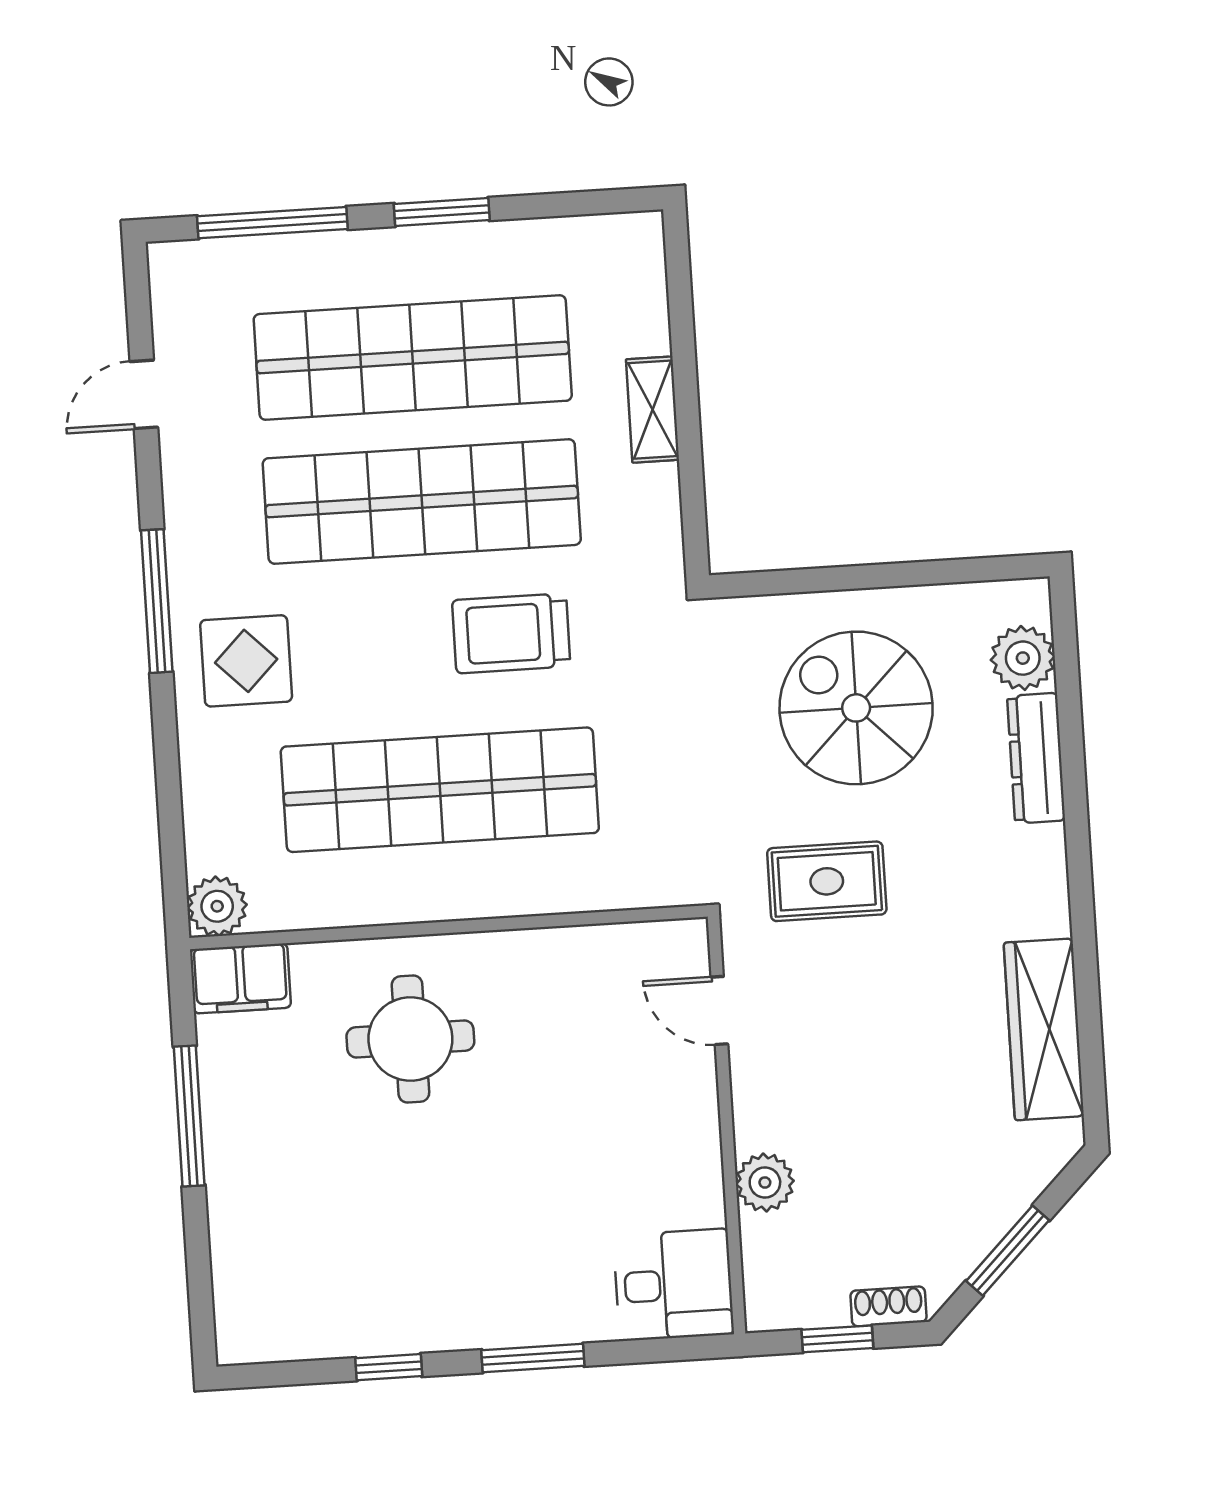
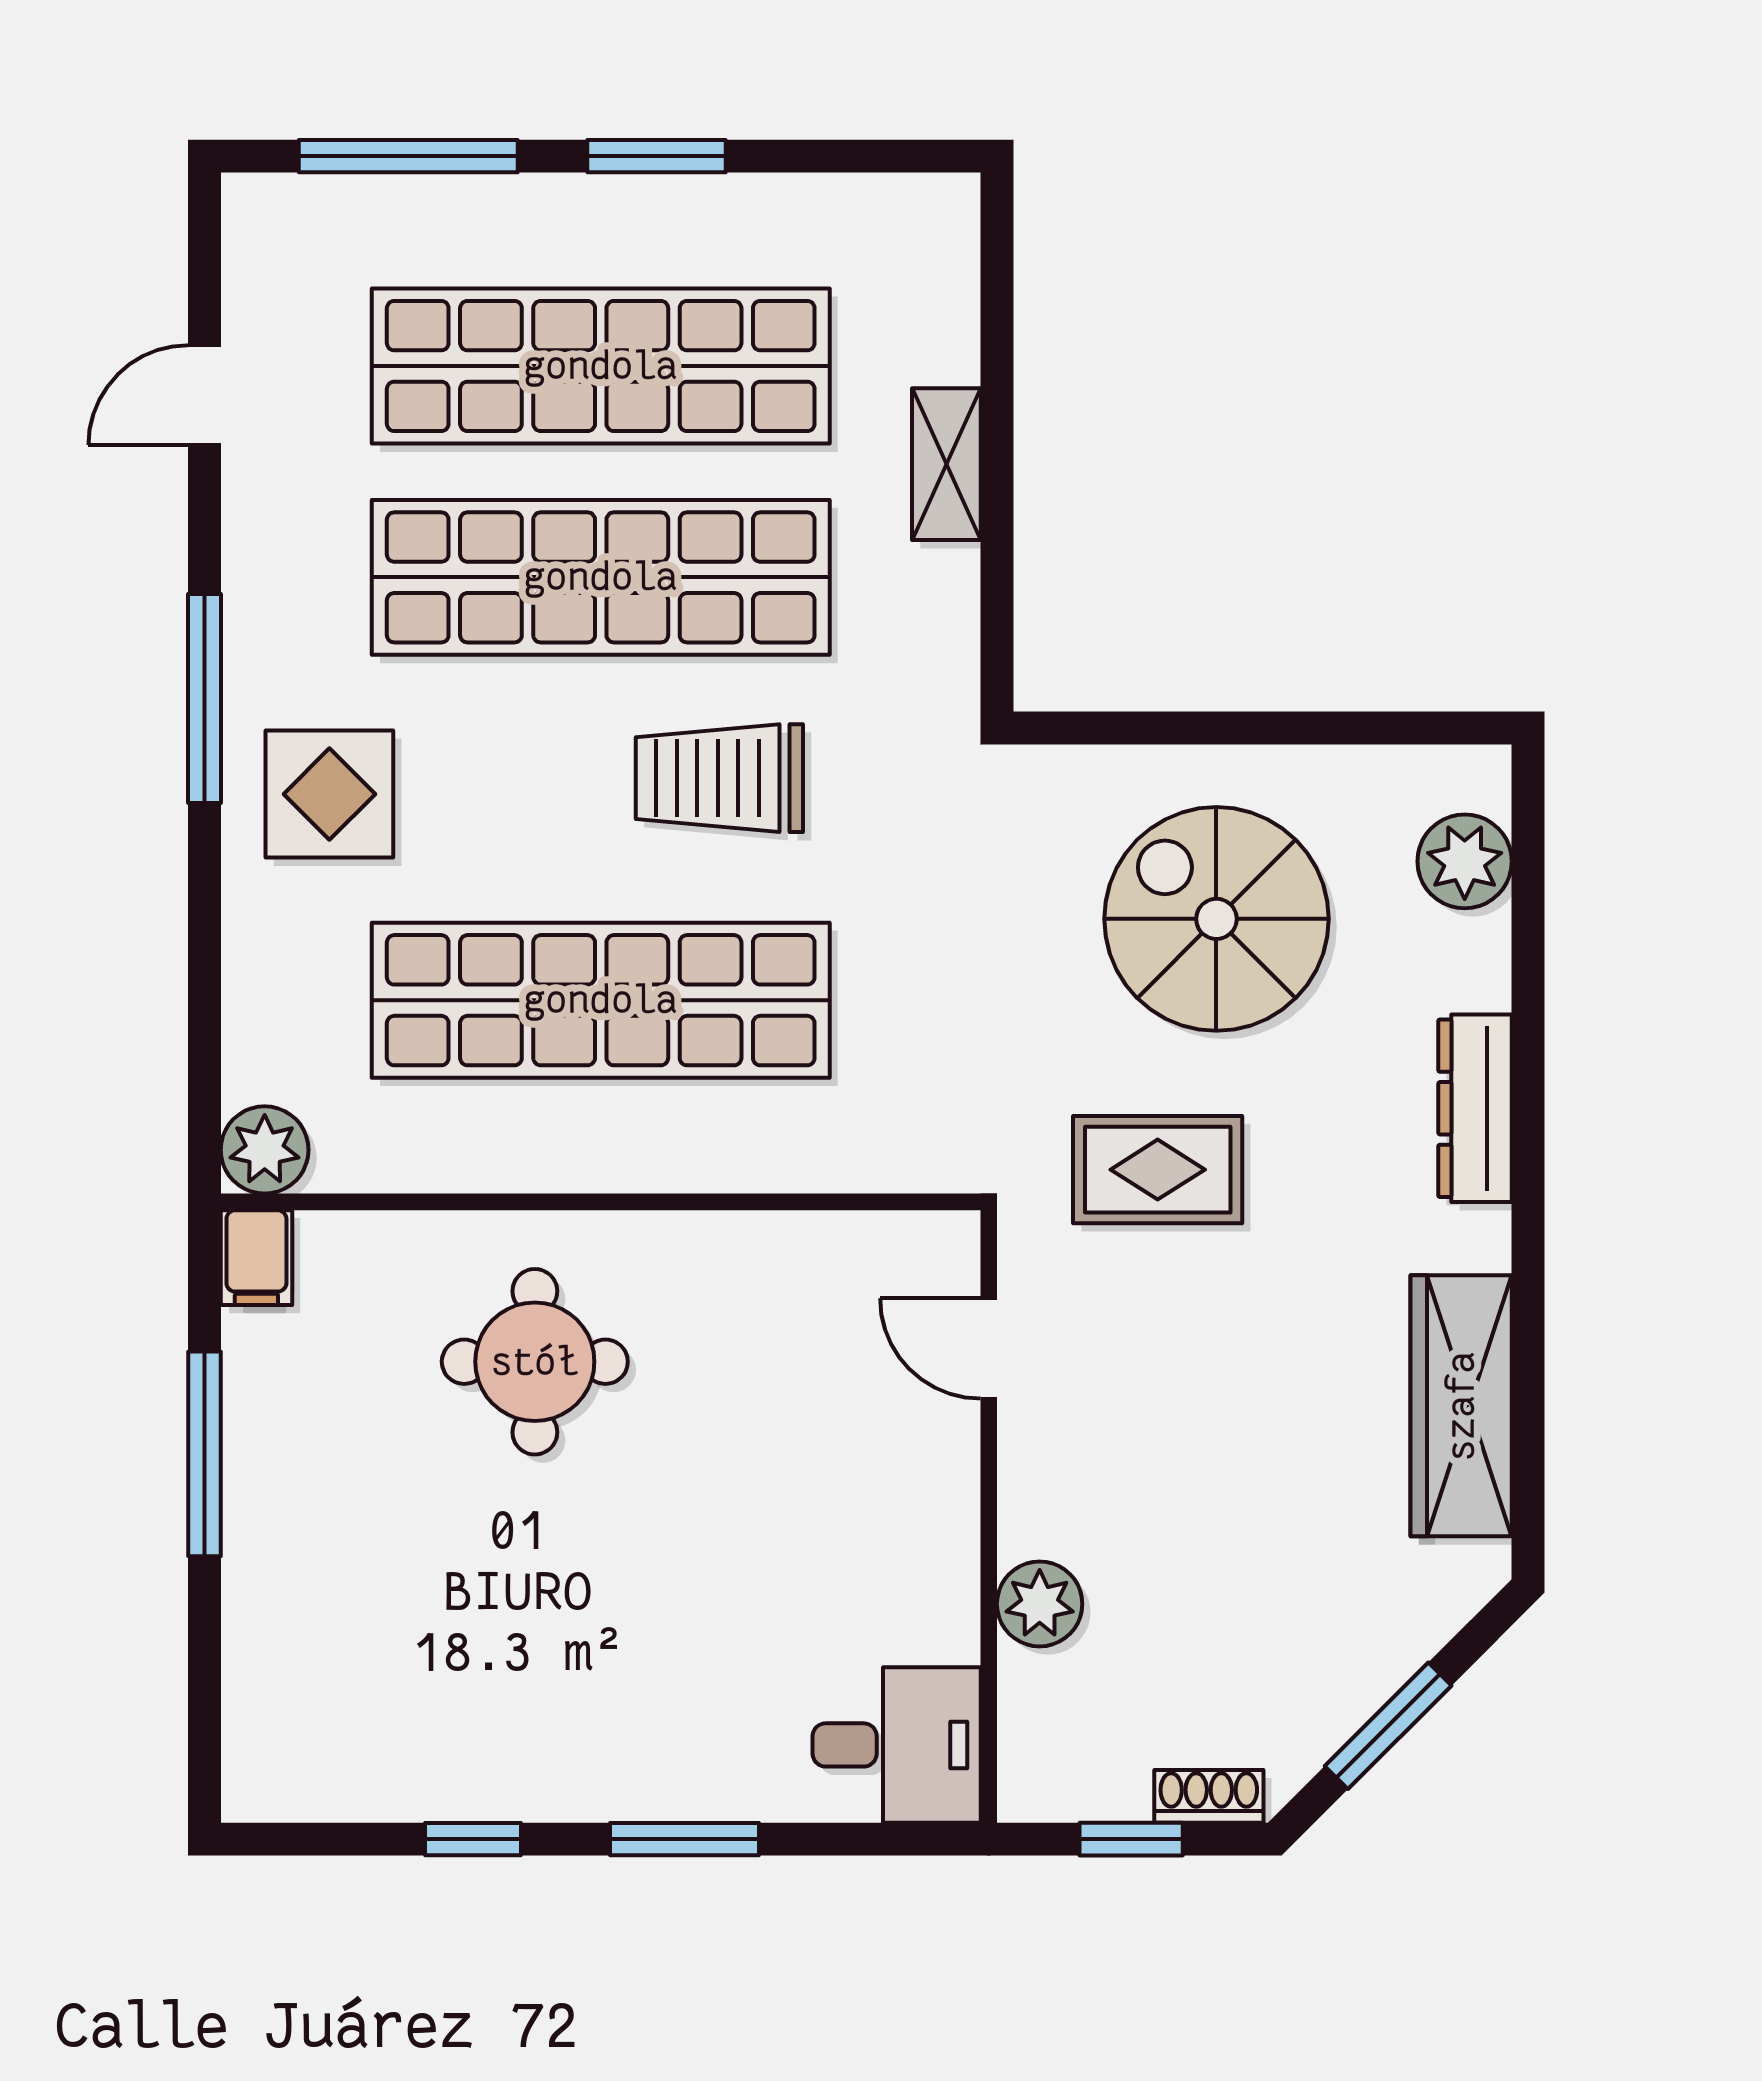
dresser: (1036, 758) -> (1475, 1108), moved
filing cabinet: (240, 978) -> (256, 1258), width x0.50

